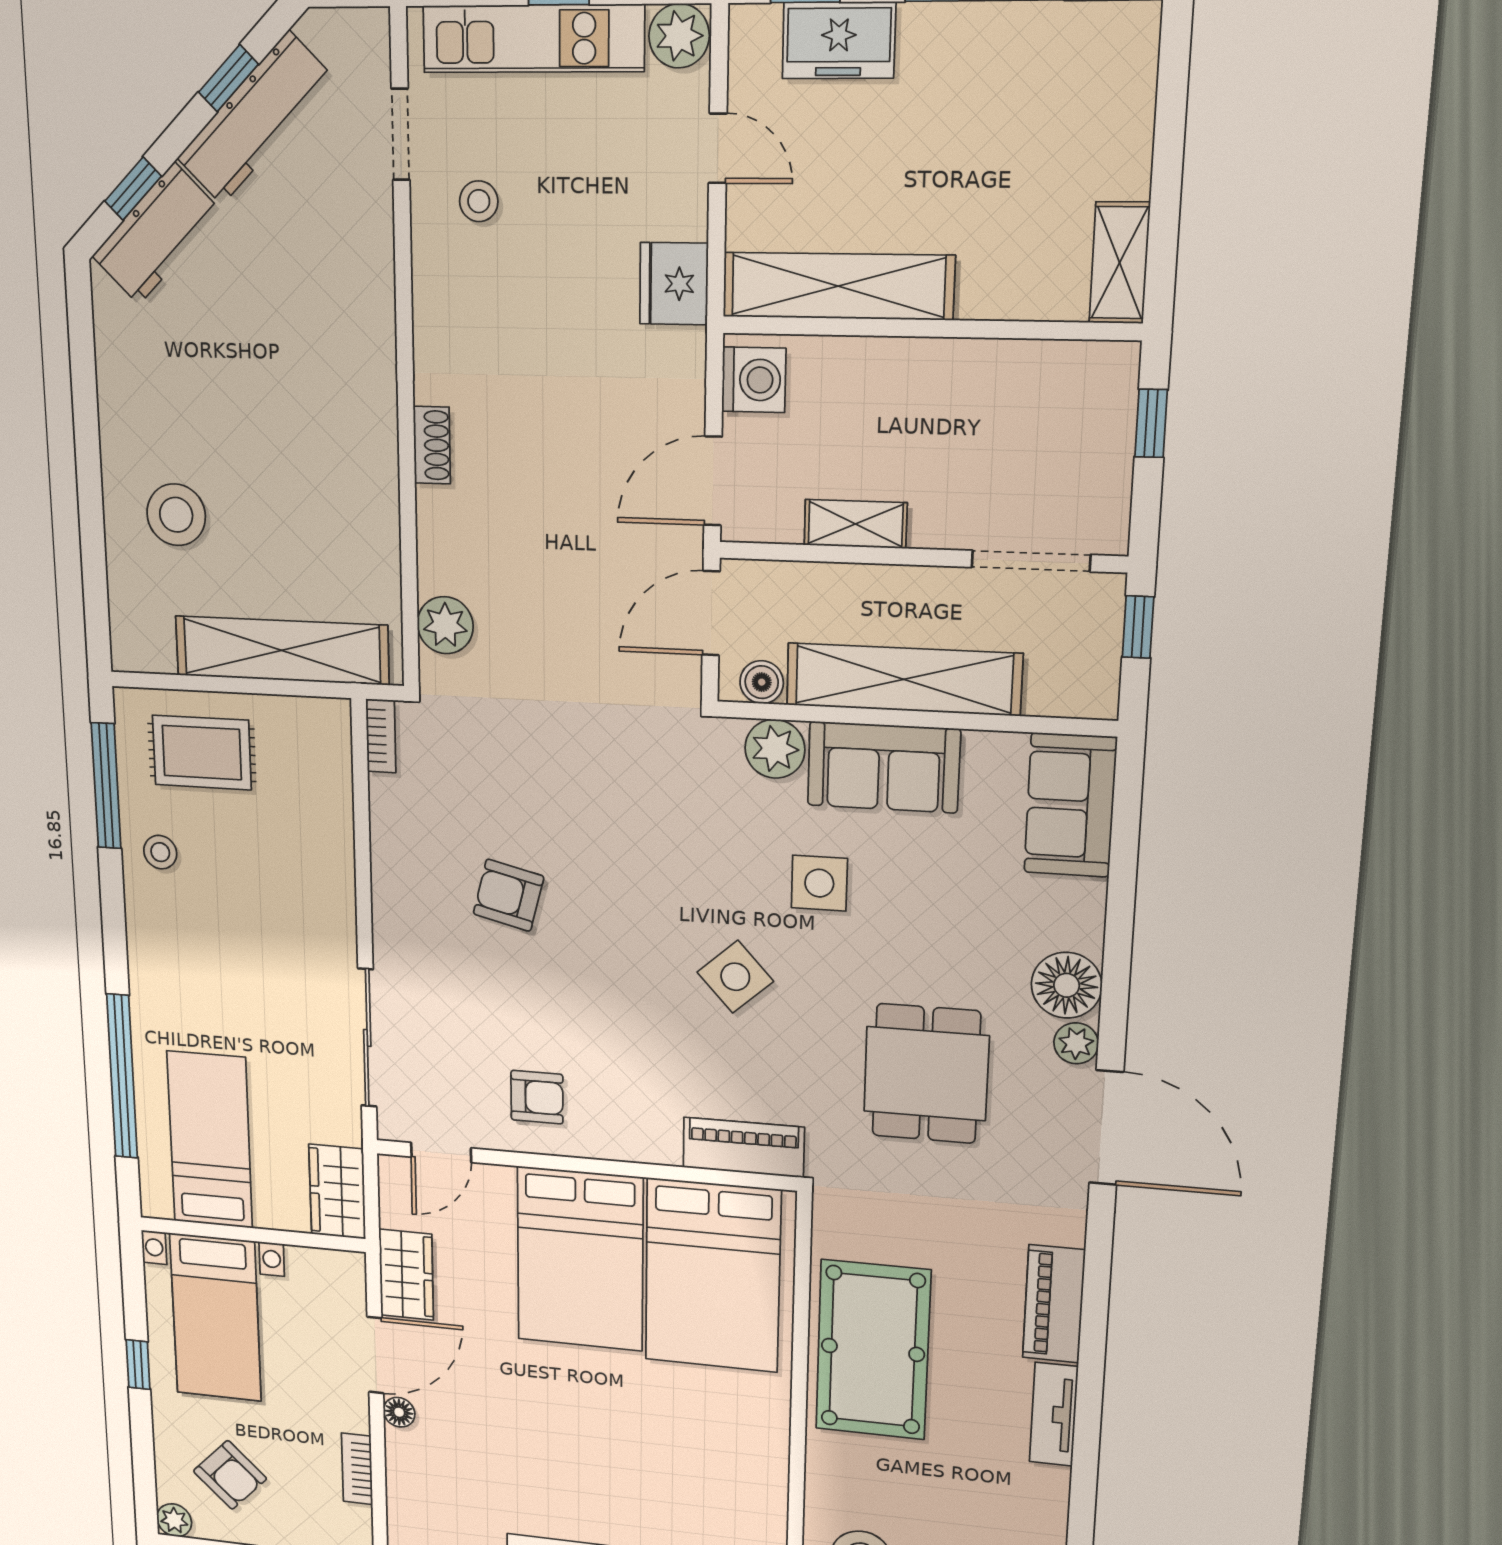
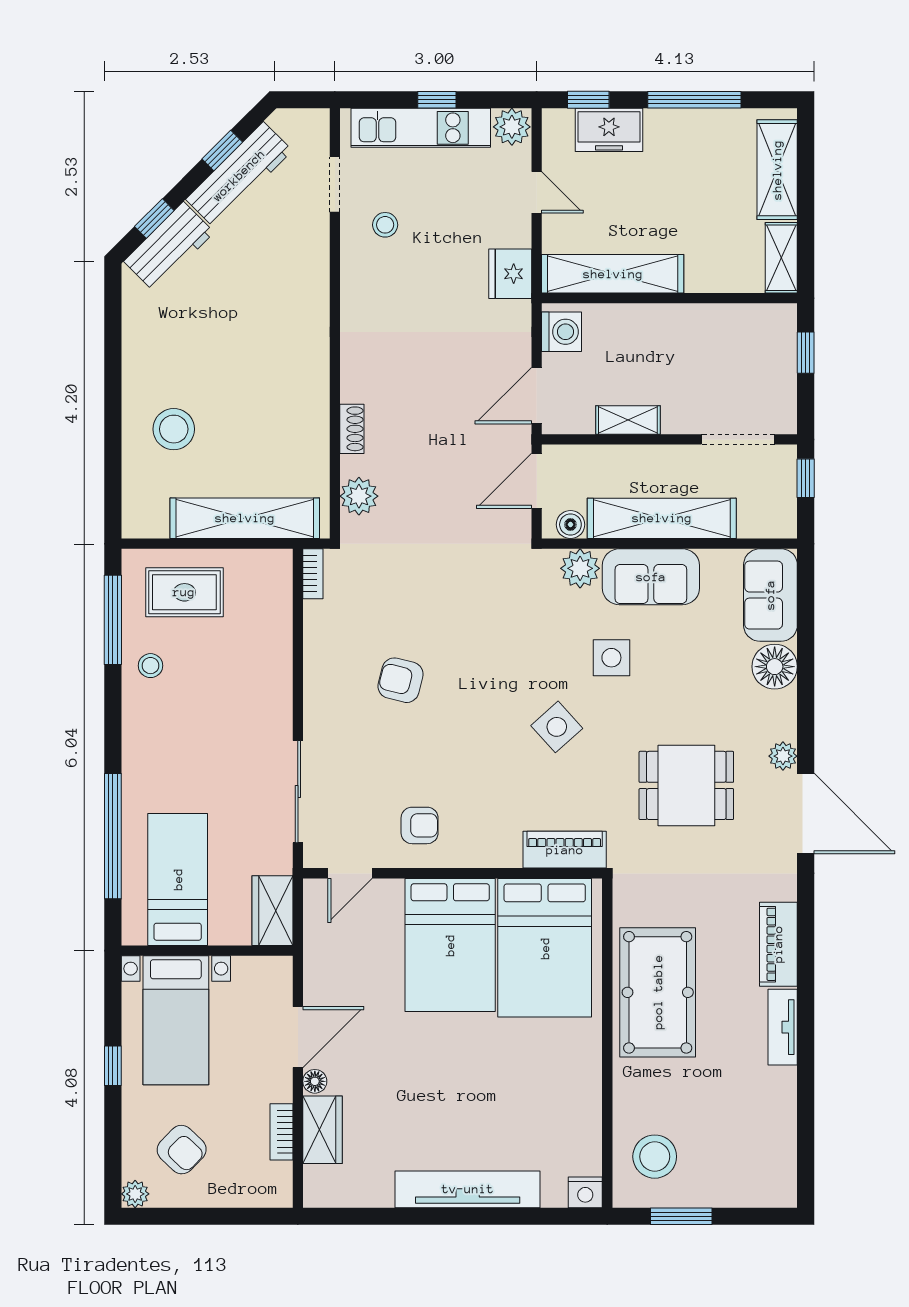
shelving: (1122, 109) -> (777, 170), added
shoe rack: (432, 445) -> (352, 429), moved
floor lamp: (1067, 985) -> (775, 667), moved
dining table: (926, 1074) -> (686, 785), turned 90
wardrobe: (406, 1275) -> (322, 1130), moved

